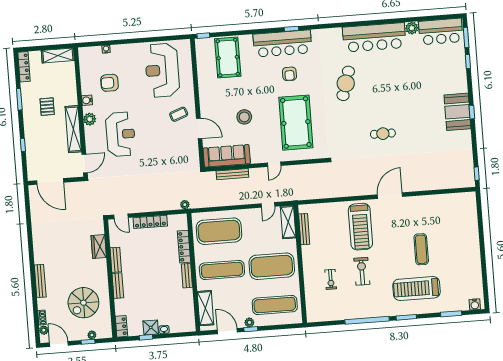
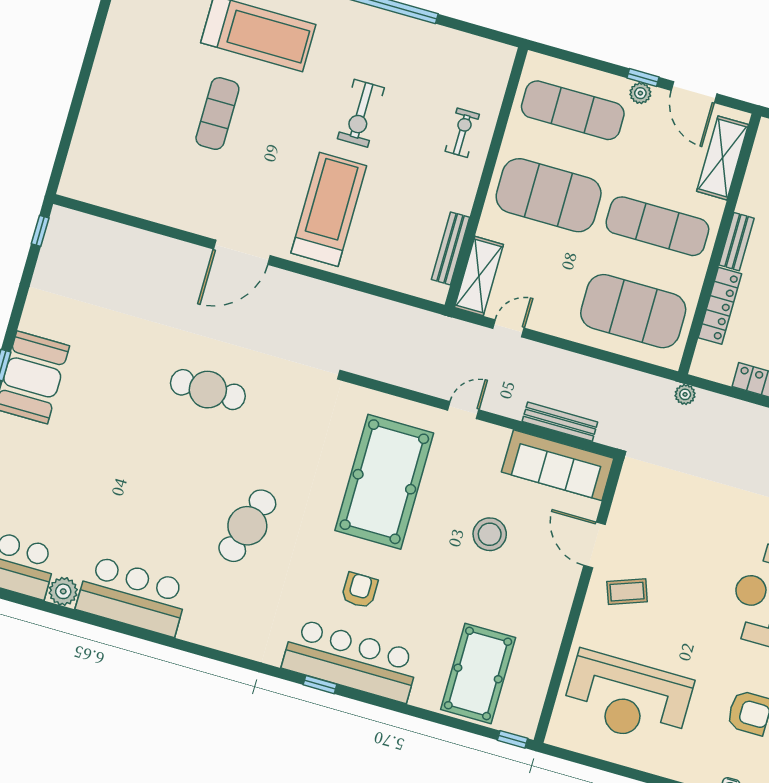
bar counter: (374, 37) -> (132, 596), width x0.73
reception desk: (162, 70) -> (628, 698), turned 90
cafe table: (383, 134) -> (208, 390), width x1.37, depth x1.35
exercise bike: (331, 279) -> (462, 133), moved

